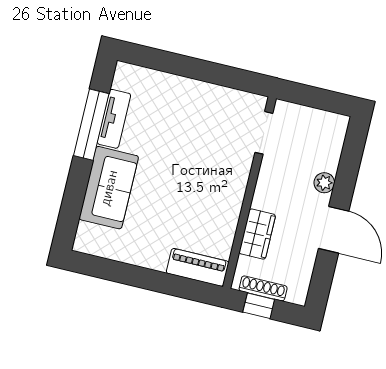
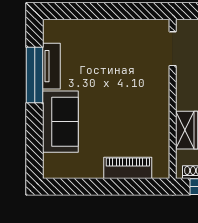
piano: (198, 267) -> (128, 168), moved

